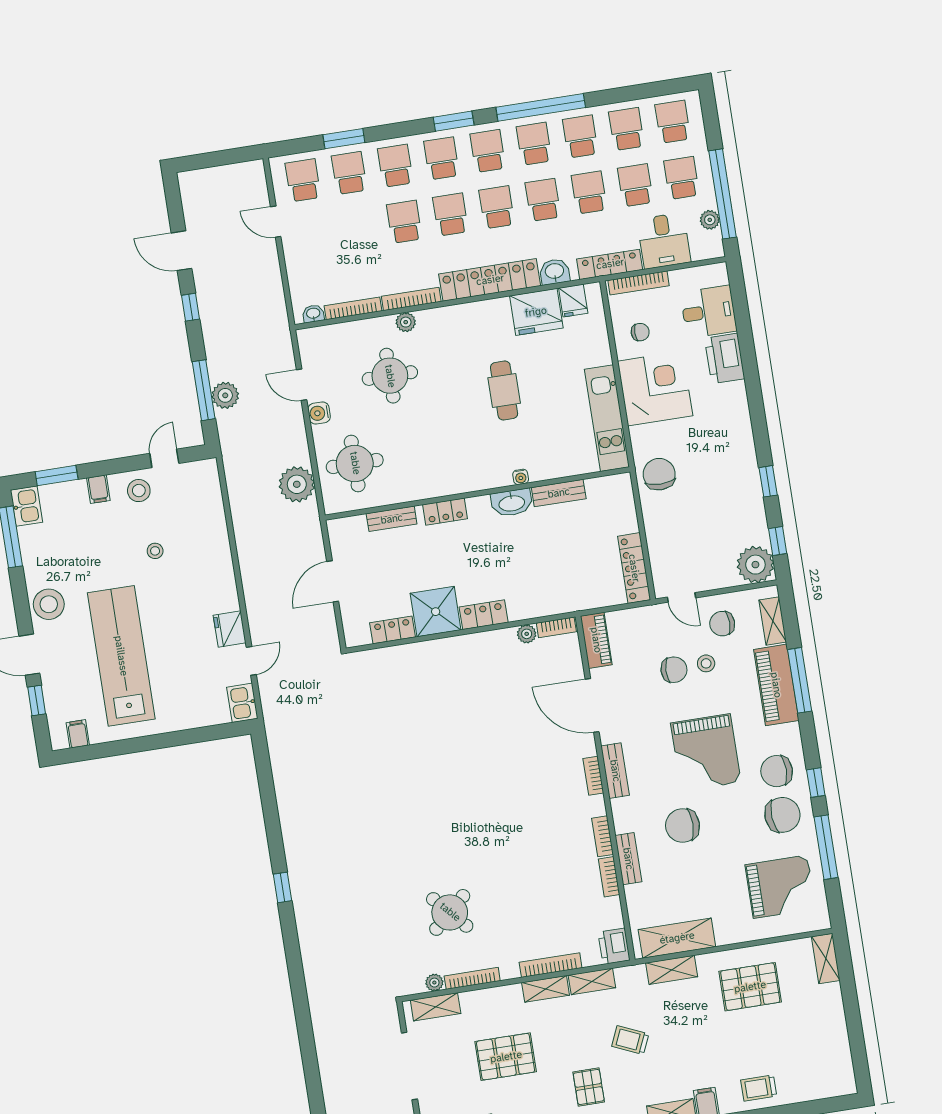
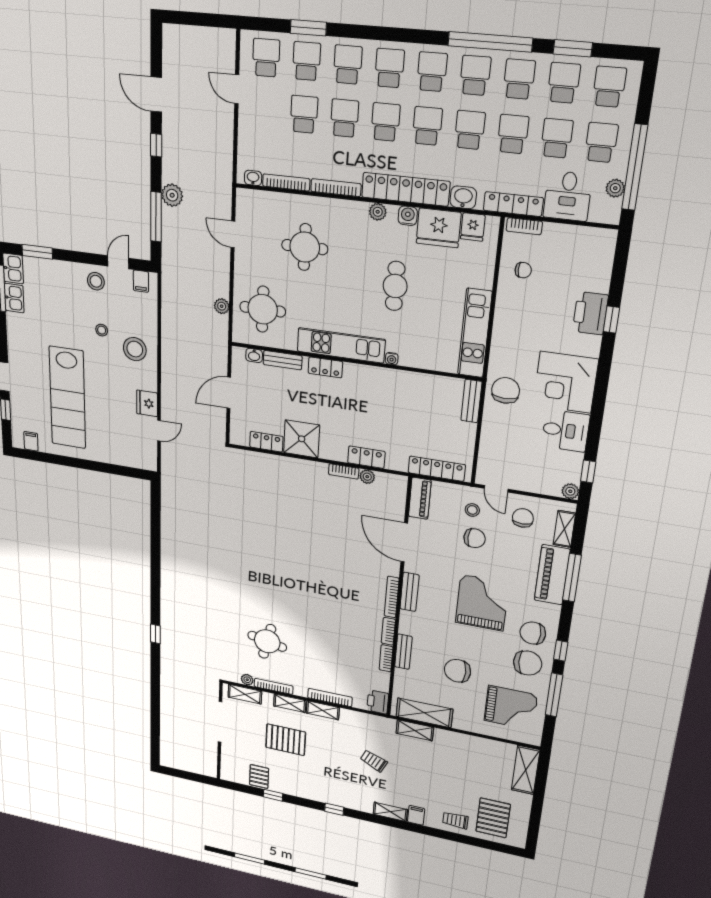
window: (454, 121) -> (573, 48), moved
school desk: (358, 229) -> (304, 114), added
bookcase: (638, 283) -> (524, 226), width x0.64
desk: (709, 312) -> (566, 431), moved
plant: (406, 322) -> (378, 212), moved
corner desk: (655, 388) -> (566, 382), moved, turned 180
plant: (225, 395) -> (172, 195), moved
water cooler: (319, 413) -> (408, 216), moved, turned 90
kitchen unit: (458, 479) -> (341, 345), added
window: (768, 481) -> (611, 320), moved
plant: (297, 484) -> (222, 306), width x0.53, depth x0.53
filing cabinet: (98, 489) -> (141, 281), moved
bench: (559, 493) -> (471, 401), moved, turned 90
washbasin: (512, 503) -> (254, 355), moved, width x0.52, depth x0.69
plant: (755, 565) -> (570, 491), width x0.53, depth x0.53
locker: (634, 568) -> (437, 469), moved, turned 90
stool: (49, 604) -> (135, 349), moved
locker: (484, 615) -> (366, 457), moved
chair: (722, 624) -> (523, 518), turned 91
bookcase: (556, 627) -> (344, 471), moved
lab bench: (121, 656) -> (67, 398), turned 180
stool: (706, 663) -> (472, 510), moved
kitchen sink: (242, 703) -> (14, 298), moved, turned 180
grand piano: (706, 753) -> (482, 603), turned 180
bookcase: (593, 776) -> (392, 597), width x1.56
chair: (683, 826) -> (457, 671), moved
window: (282, 887) -> (155, 634), moved
round table: (450, 912) -> (267, 641), turned -36
shelving: (826, 958) -> (526, 770), width x1.50, depth x1.33
shelving: (592, 981) -> (290, 703), moved
pallet: (750, 987) -> (493, 818), moved, turned 90
pallet: (589, 1087) -> (338, 777), removed

